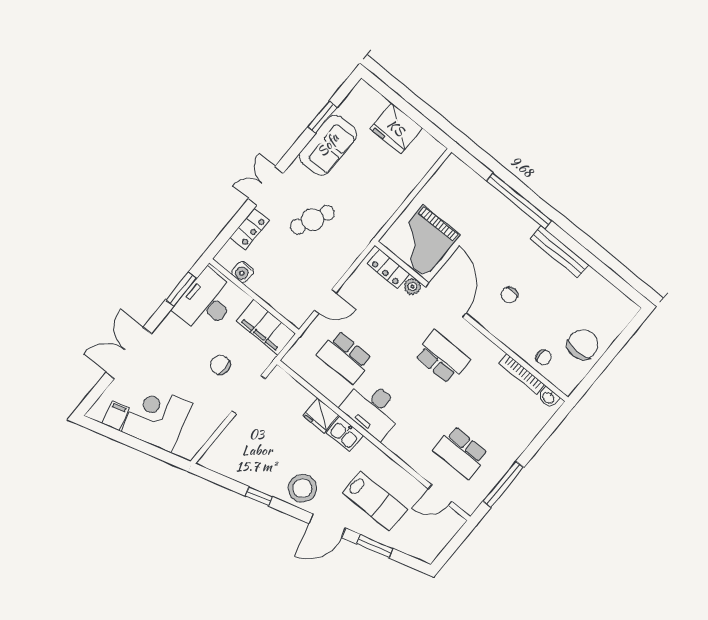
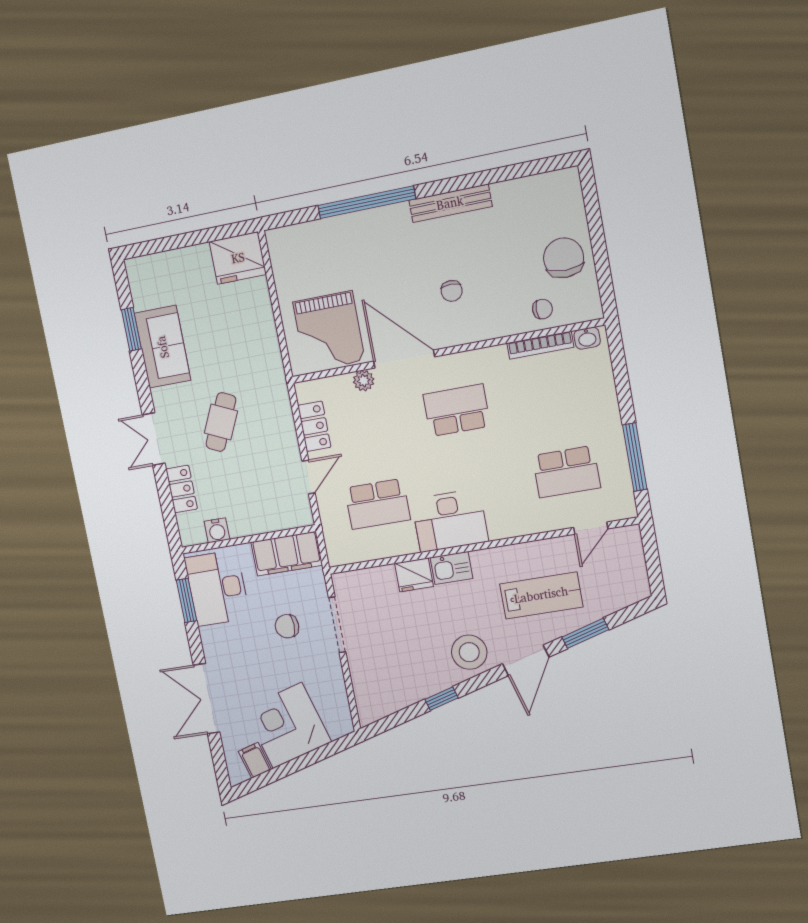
fridge: (396, 128) -> (238, 258), moved
locker: (388, 269) -> (314, 426), moved, turned -90

